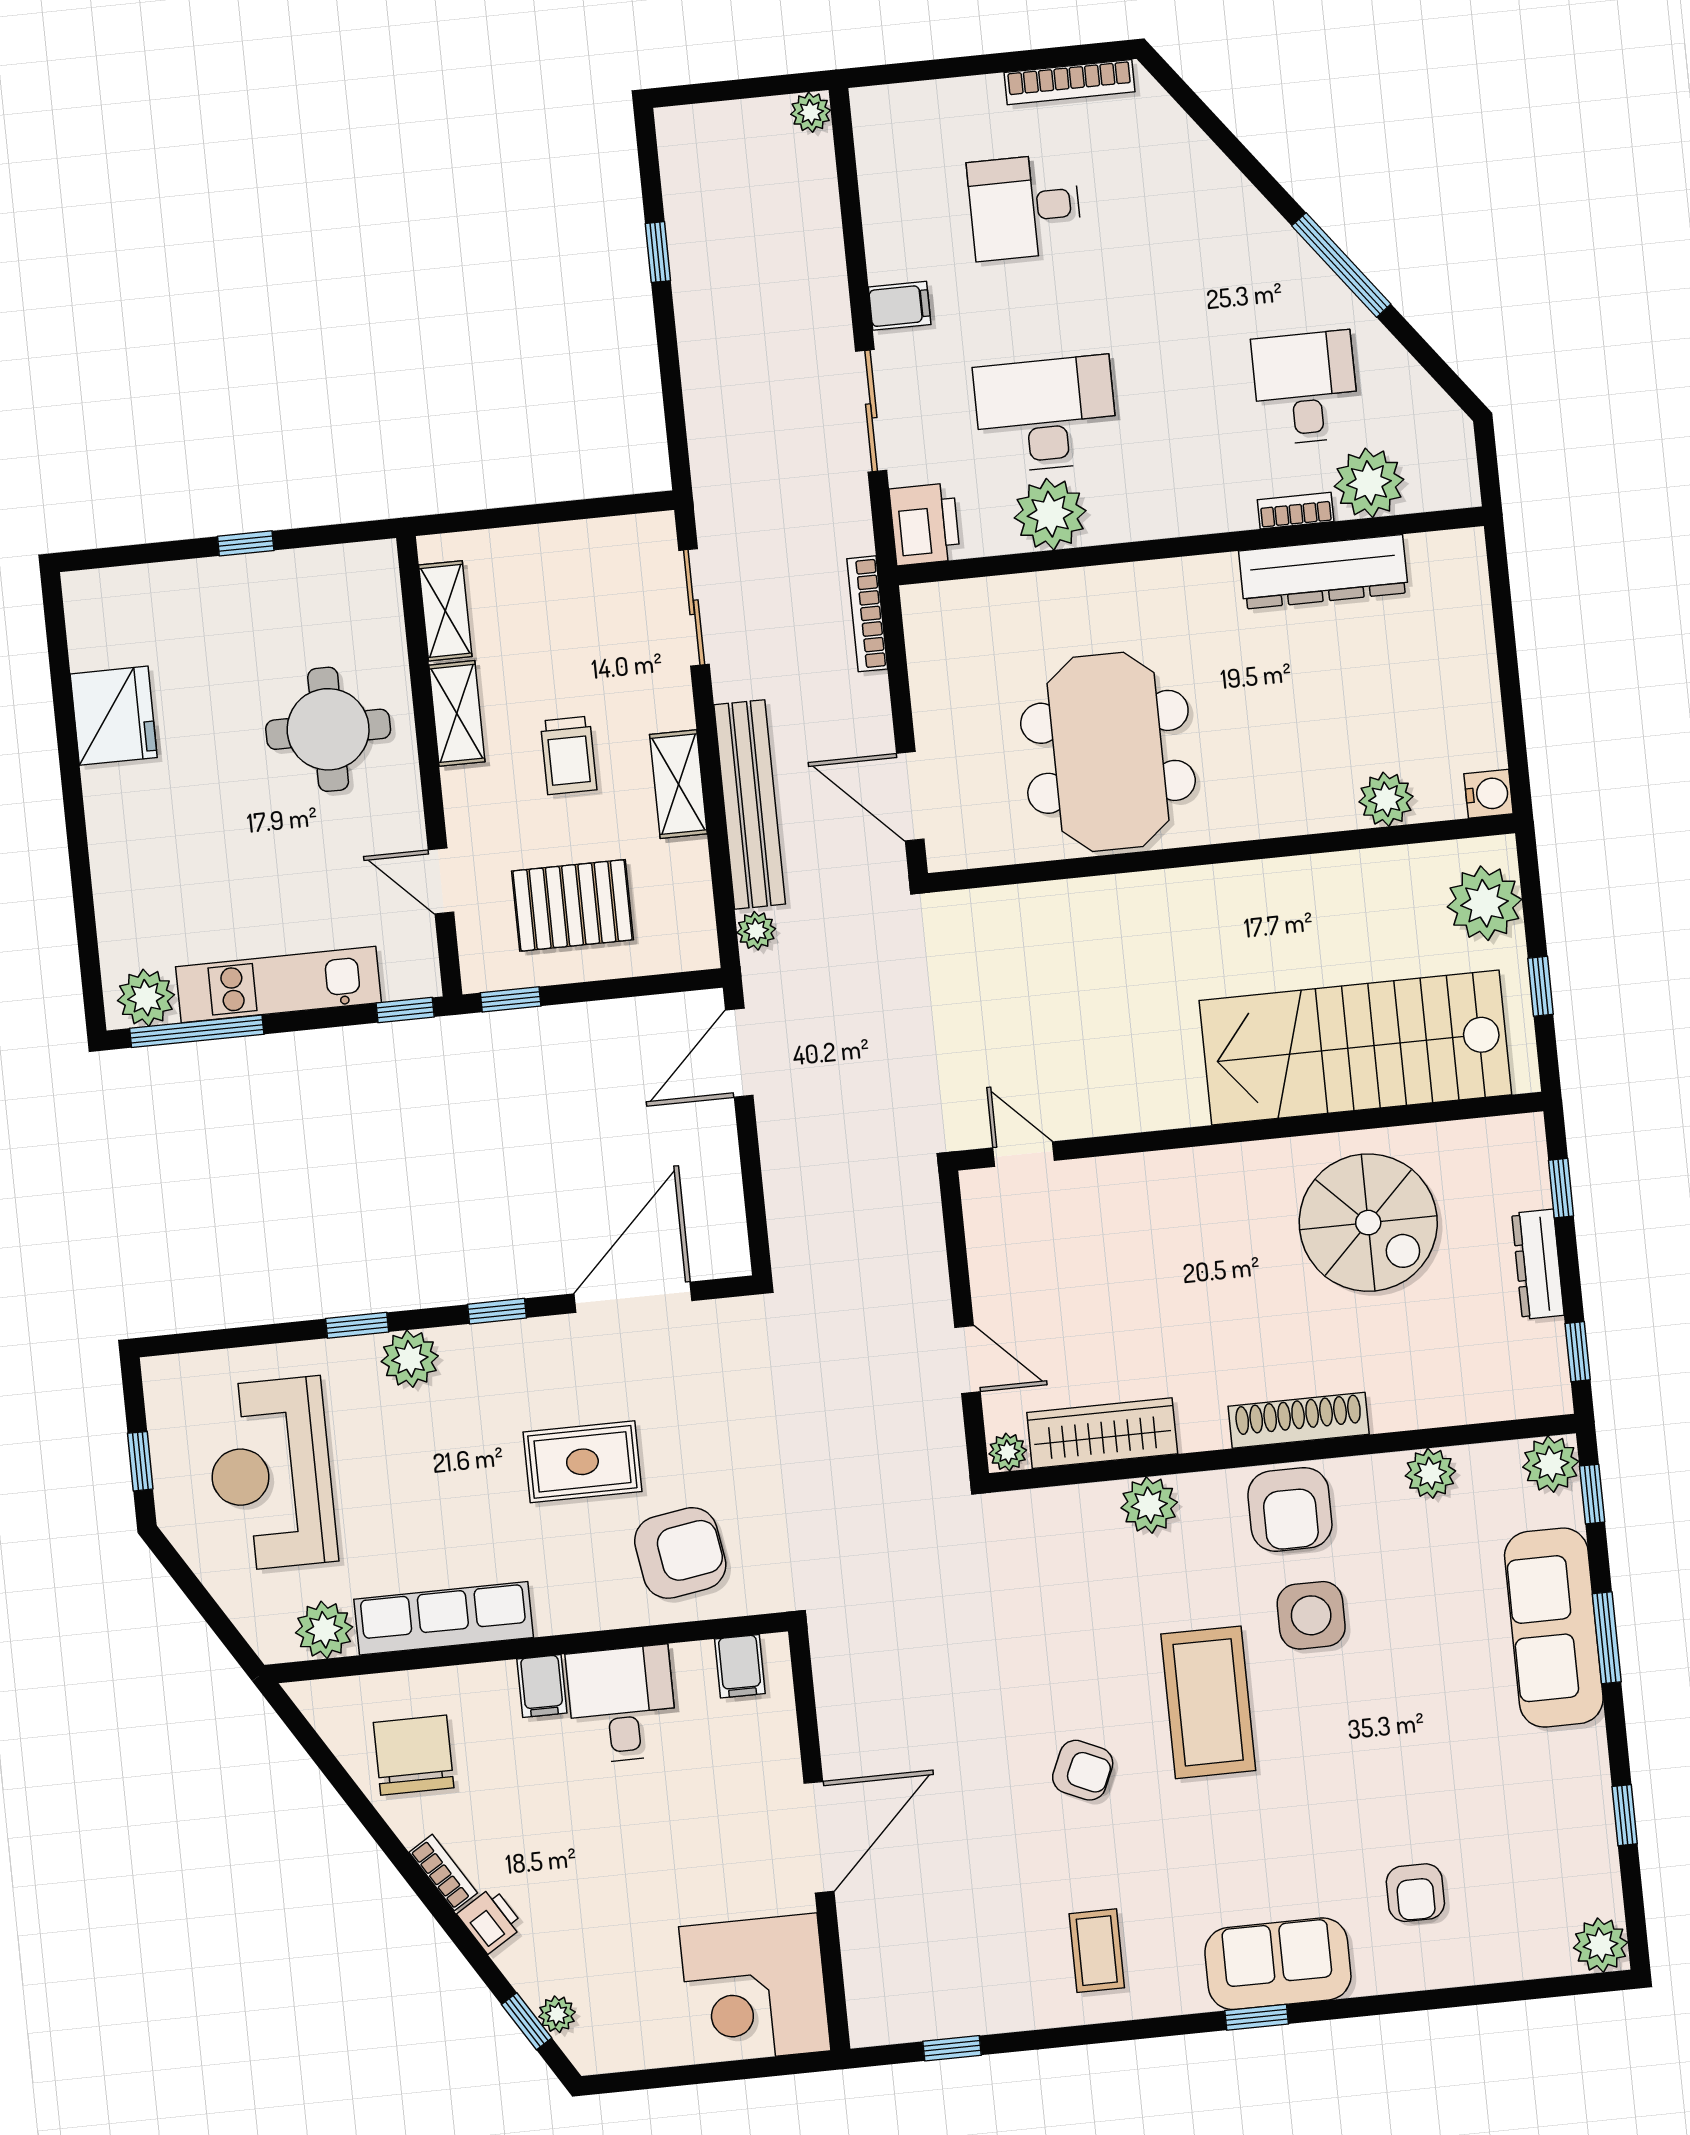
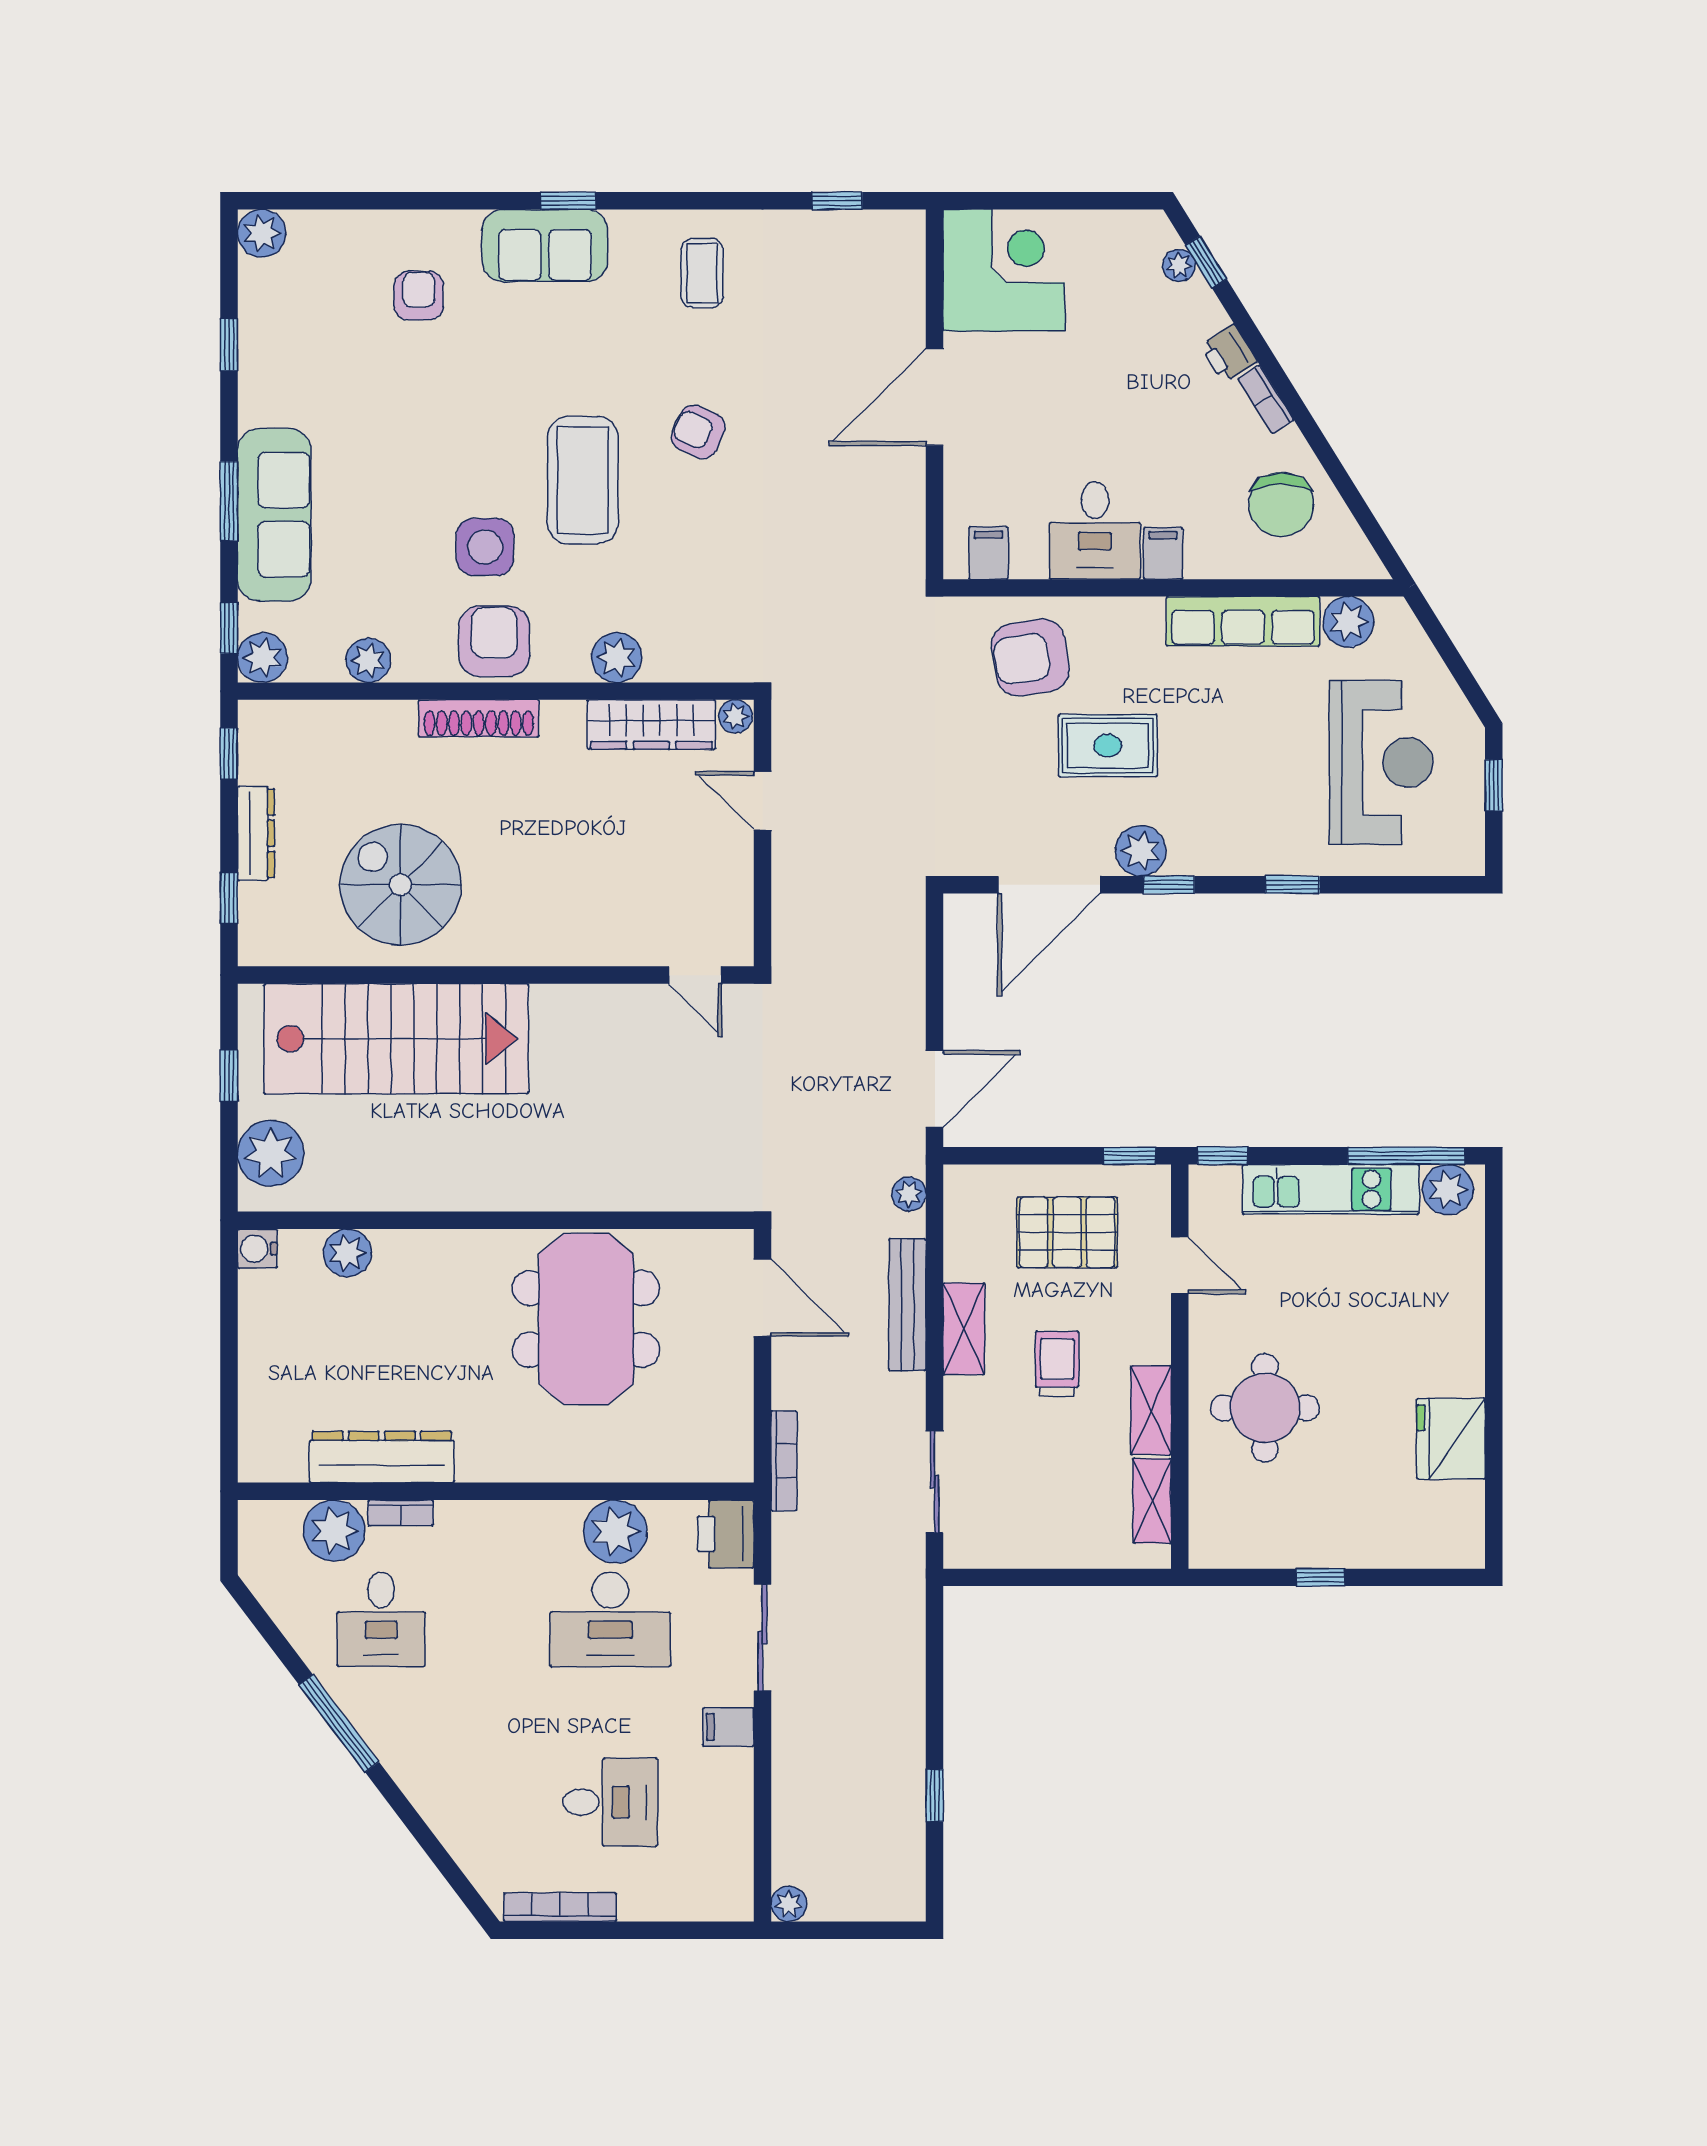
bench: (750, 804) -> (907, 1305), width x0.73, depth x0.82
plant: (410, 1359) -> (1141, 851), moved

